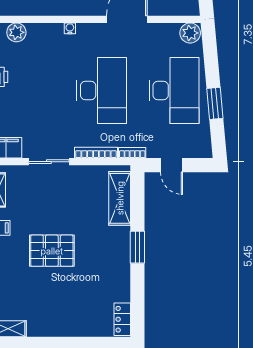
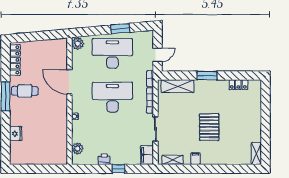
locker: (122, 319) -> (238, 85), moved

